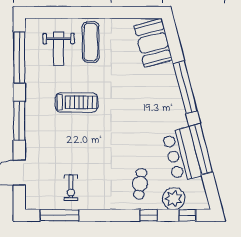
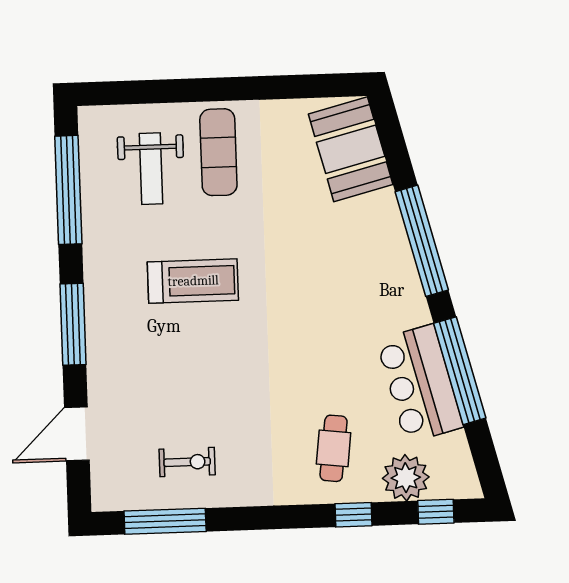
exercise bike: (71, 188) -> (187, 462), turned -90

